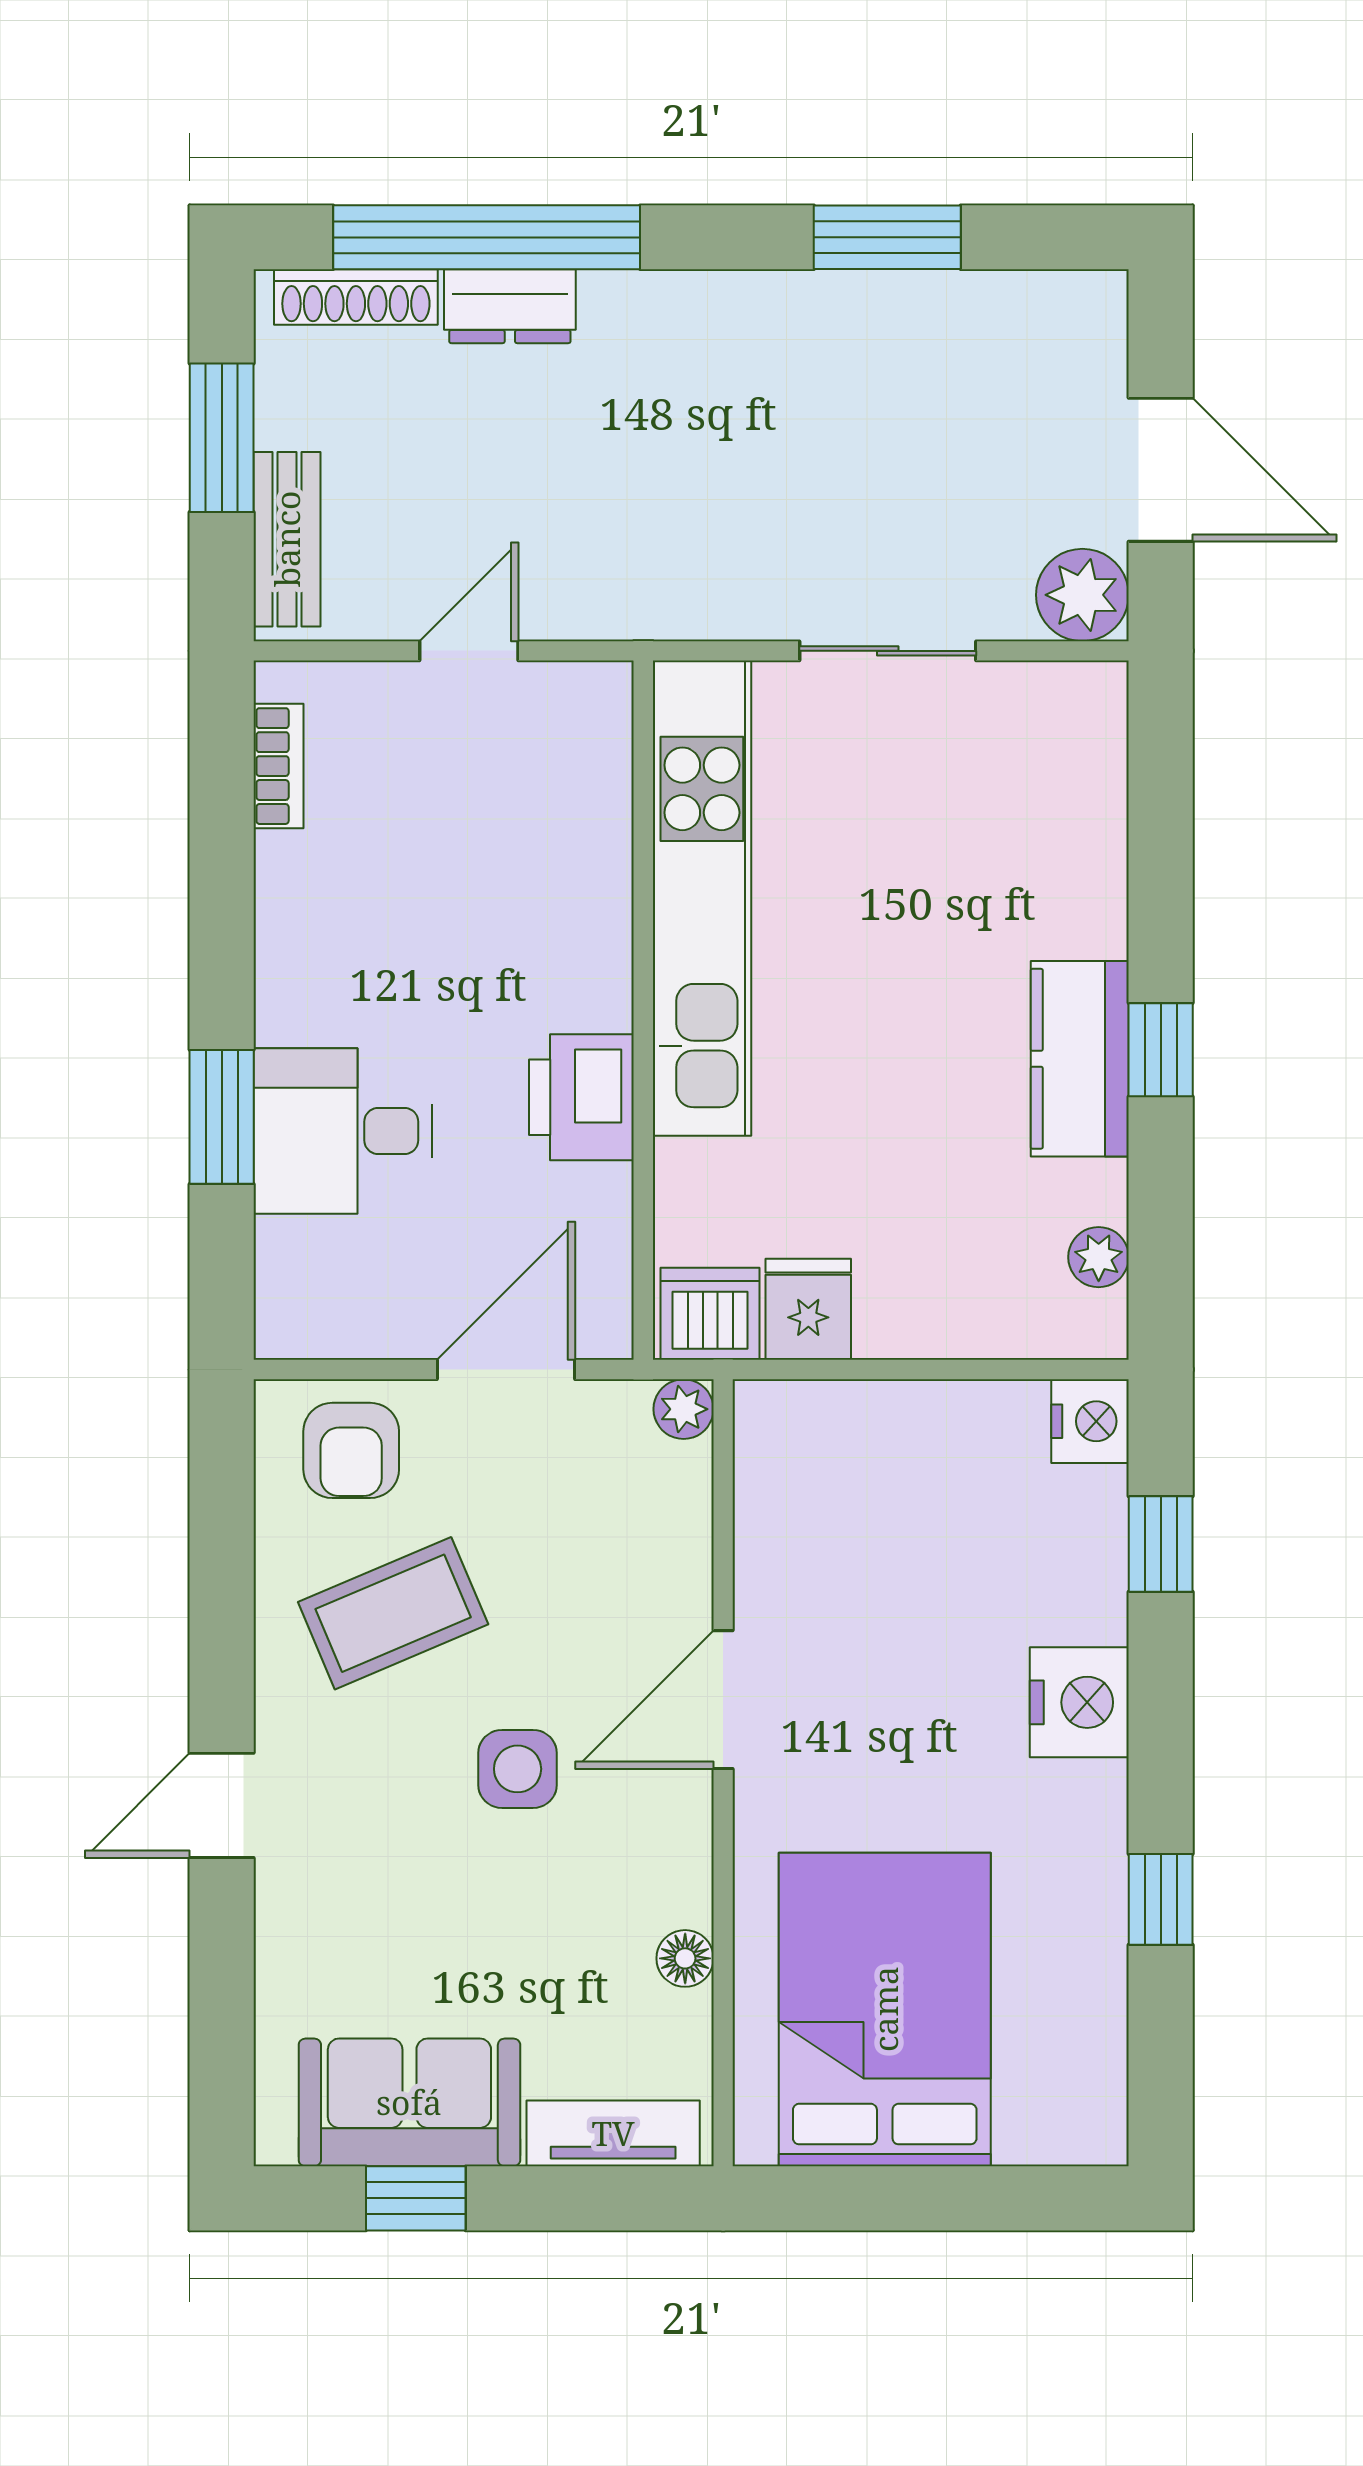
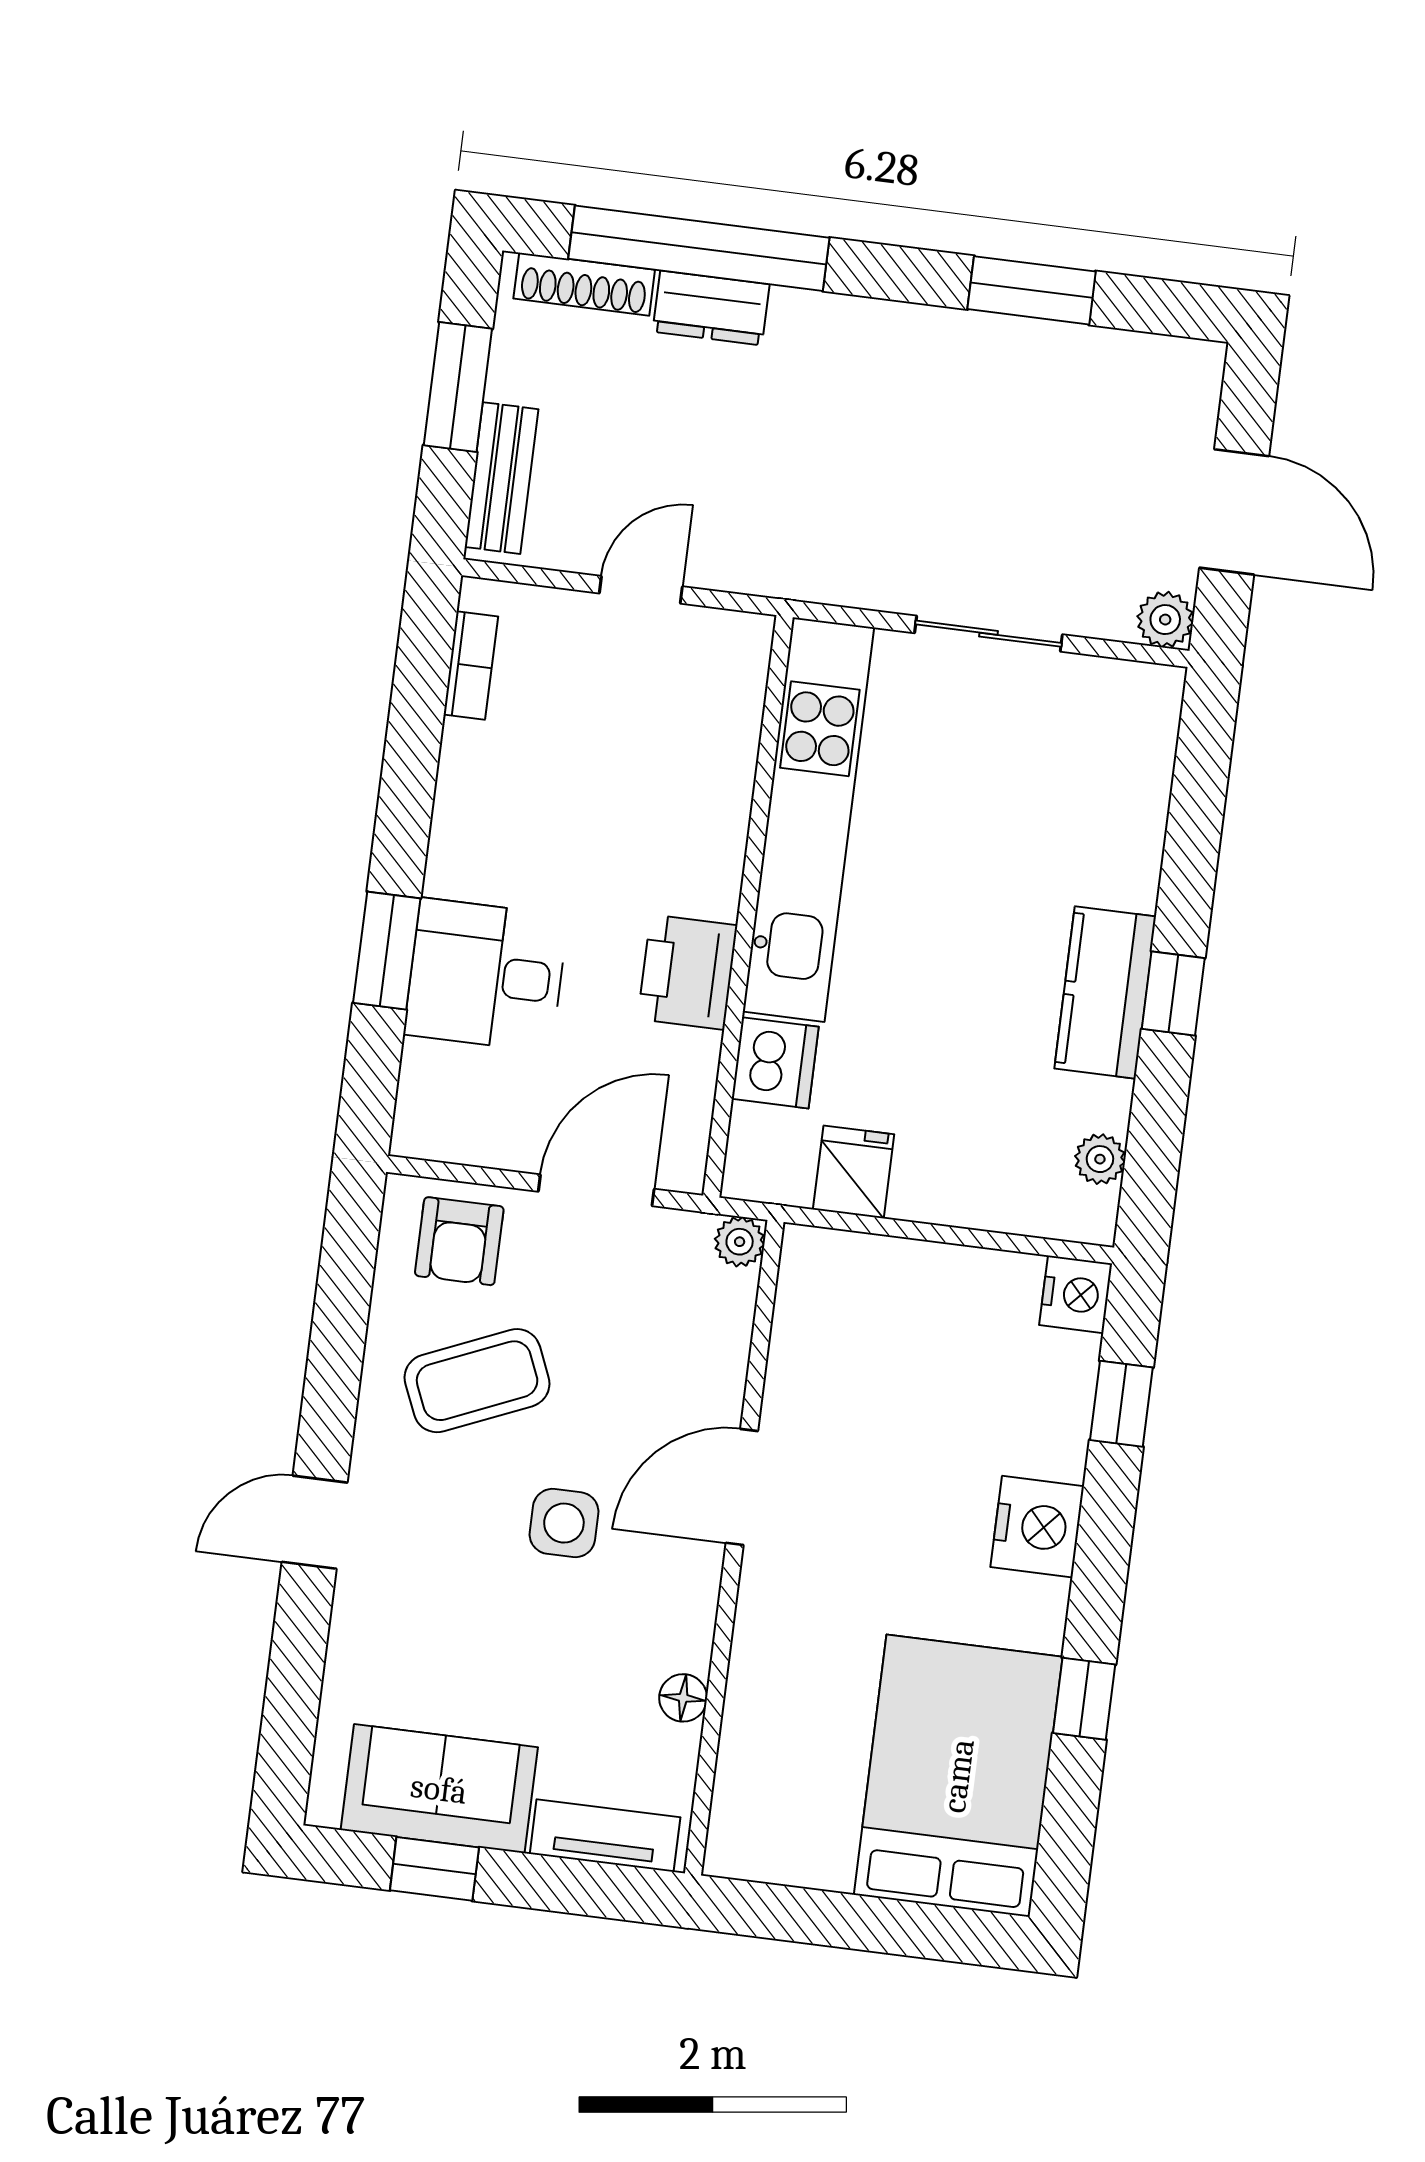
plant: (1082, 595) -> (1165, 620), width x0.73, depth x0.73
dishwasher: (710, 1314) -> (775, 1063), moved, turned 90
bed: (885, 2009) -> (958, 1776), moved

